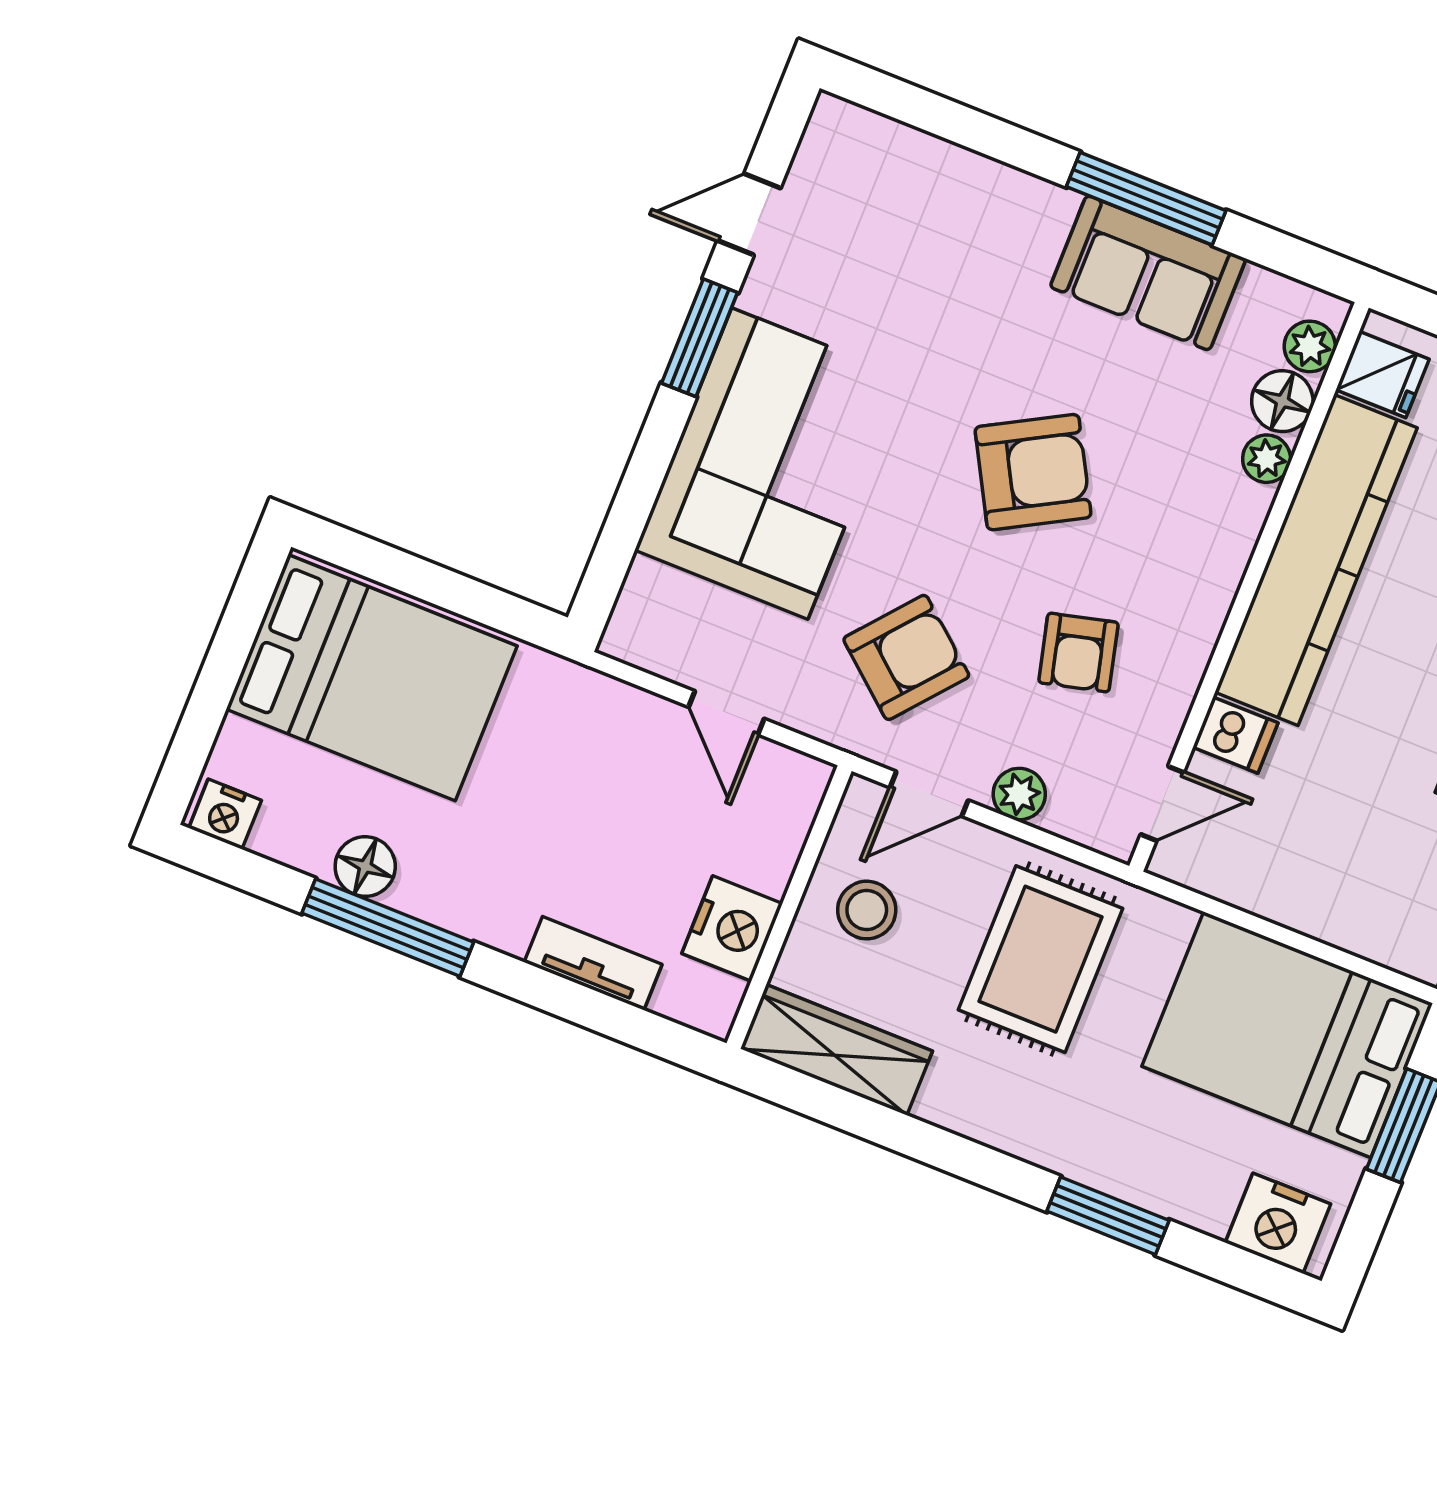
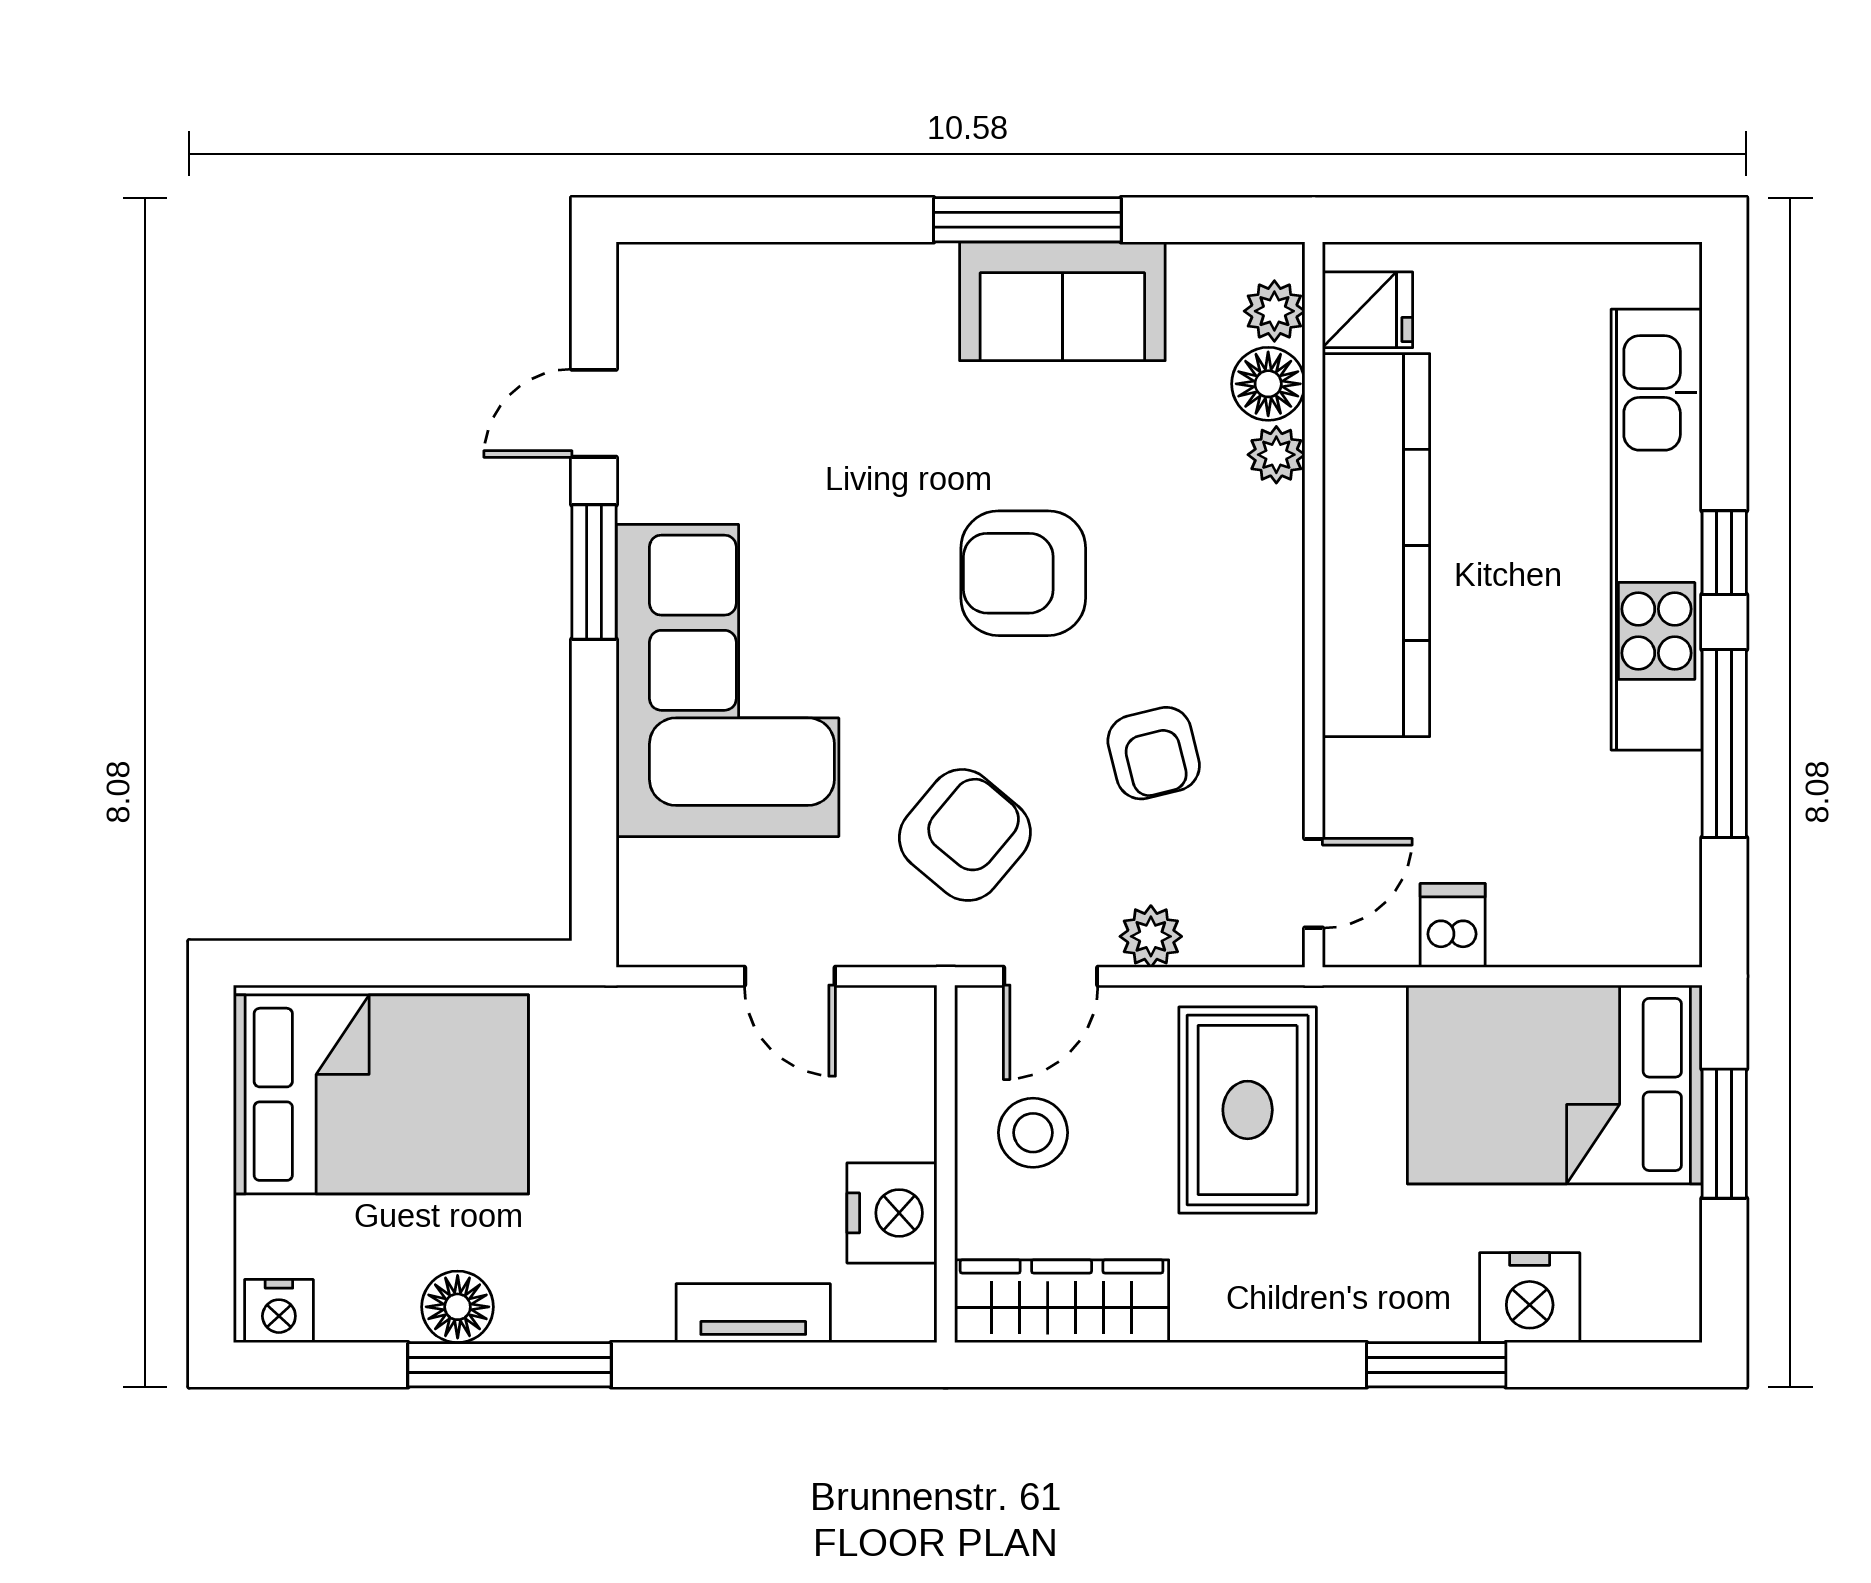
armchair: (1033, 472) -> (1023, 573), turned -151
dishwasher: (1235, 735) -> (1453, 925), moved, turned -90
nightstand: (1278, 1223) -> (1530, 1298), moved

